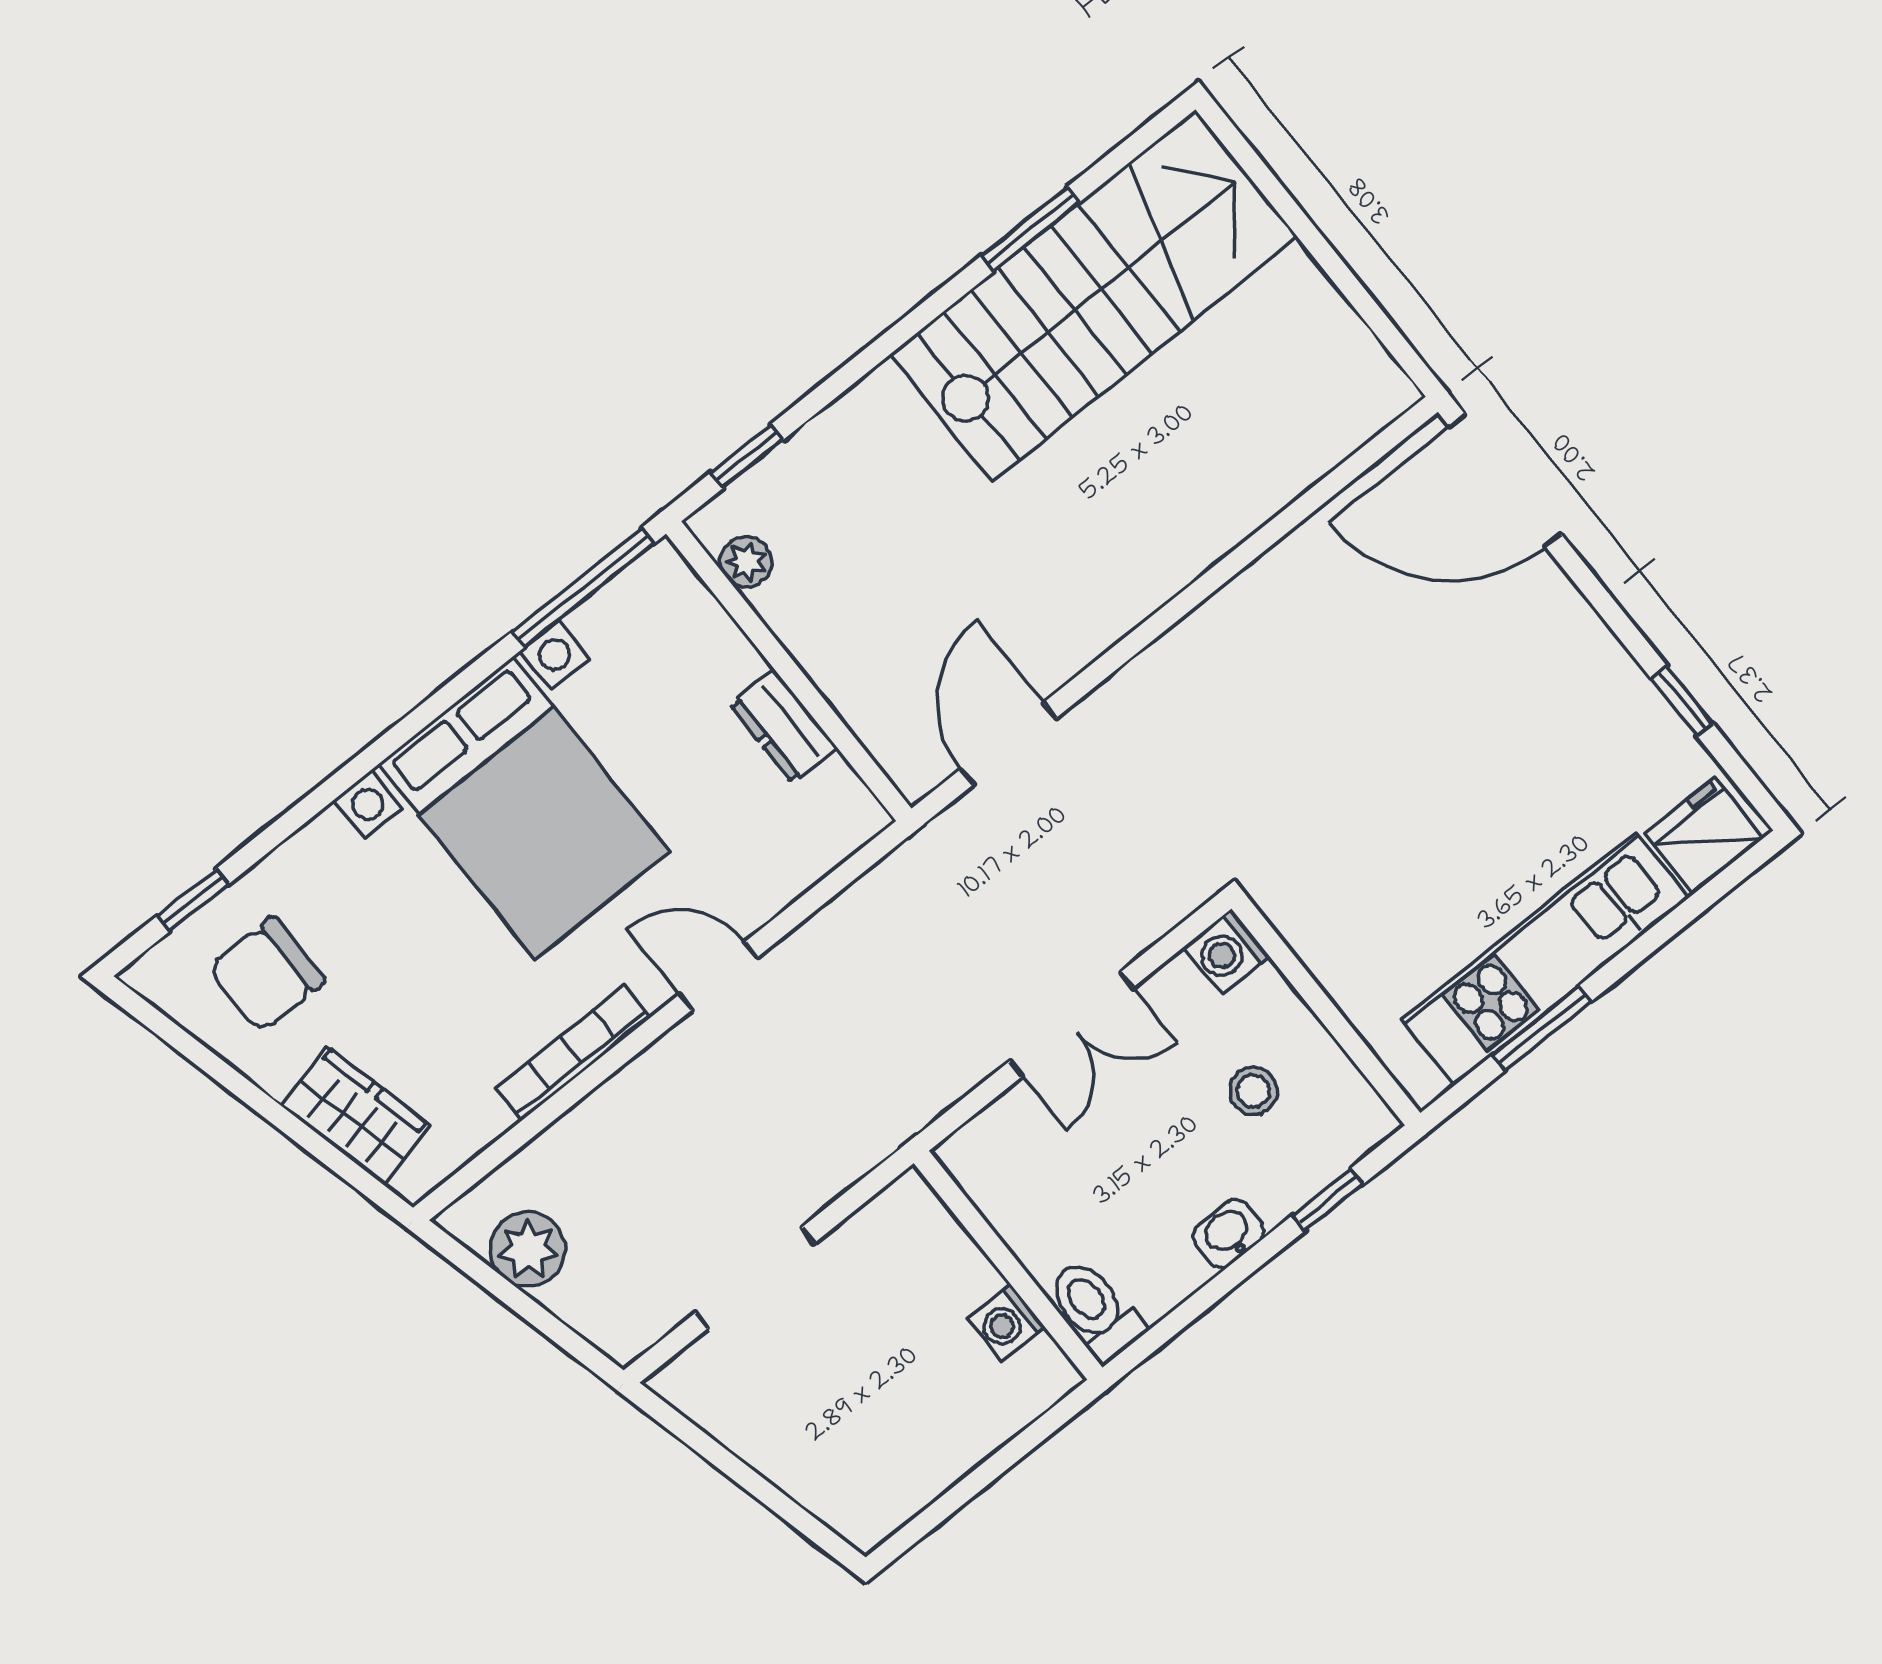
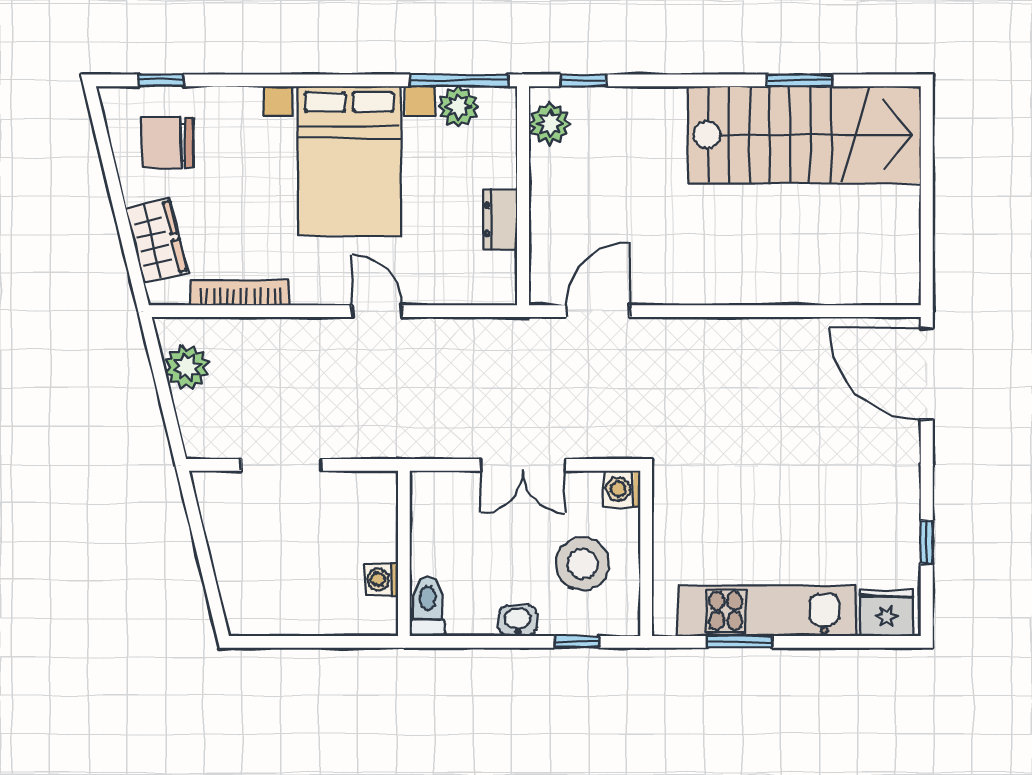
plant: (746, 562) -> (550, 123), width x1.38, depth x1.38
plant: (610, 622) -> (458, 106), added
bookcase: (573, 1053) -> (240, 293), moved
stool: (1253, 1091) -> (582, 564), width x1.89, depth x1.89

